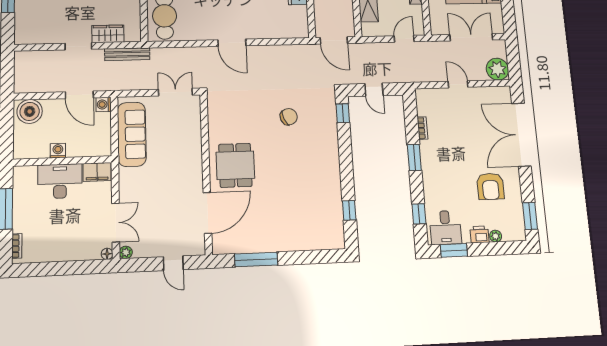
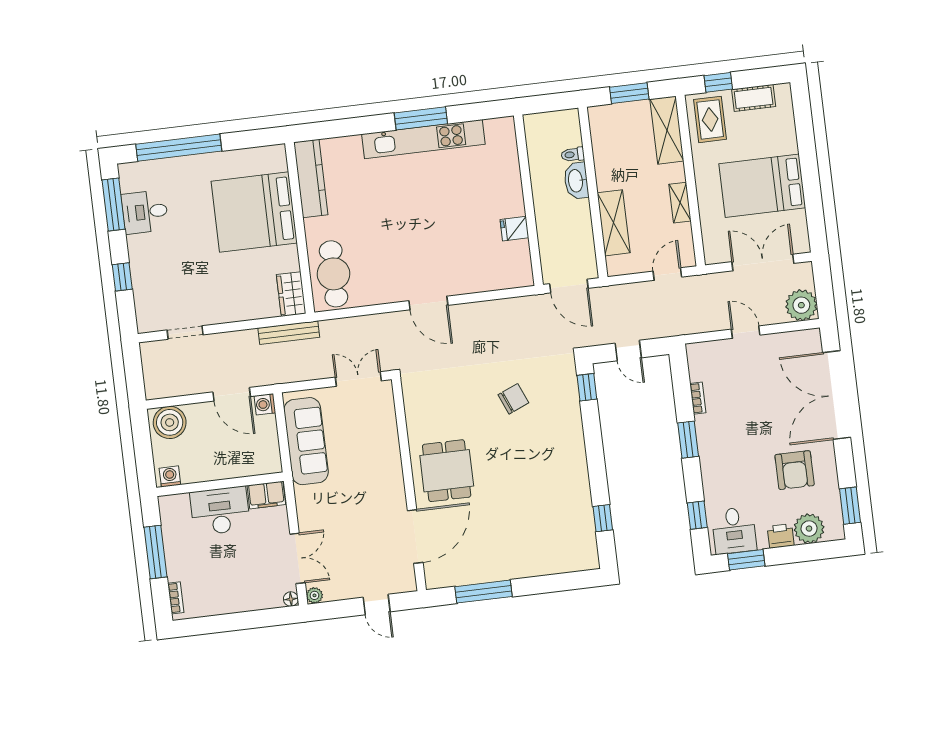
wardrobe: (108, 34) -> (291, 294), moved, turned -90
doorway: (78, 46) -> (185, 332), moved
washing machine: (58, 151) -> (170, 476), moved
plant: (496, 236) -> (809, 529), width x1.88, depth x1.88

